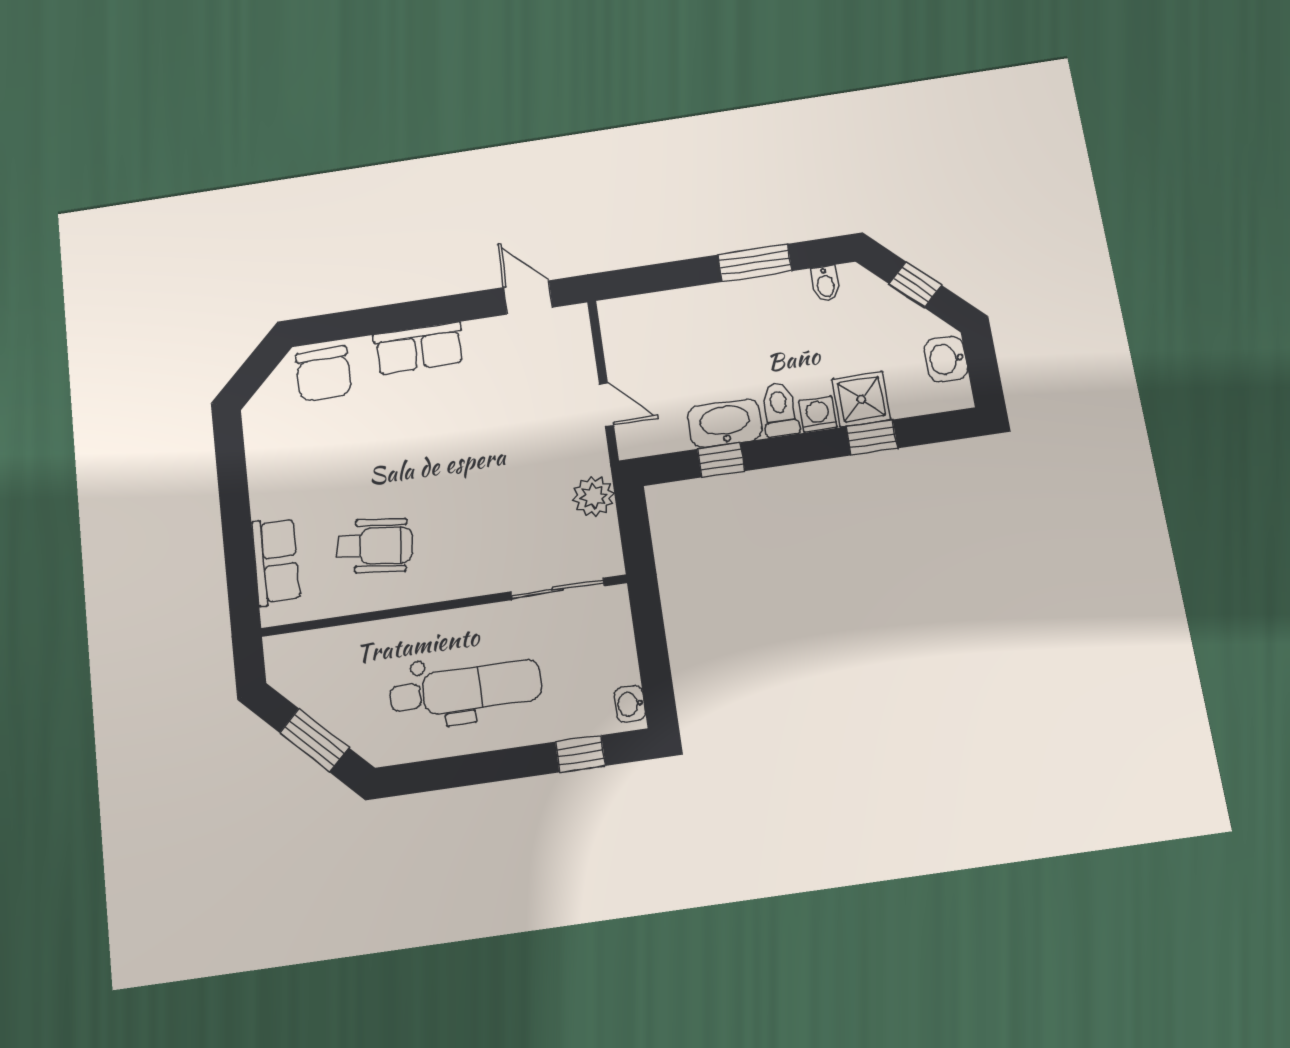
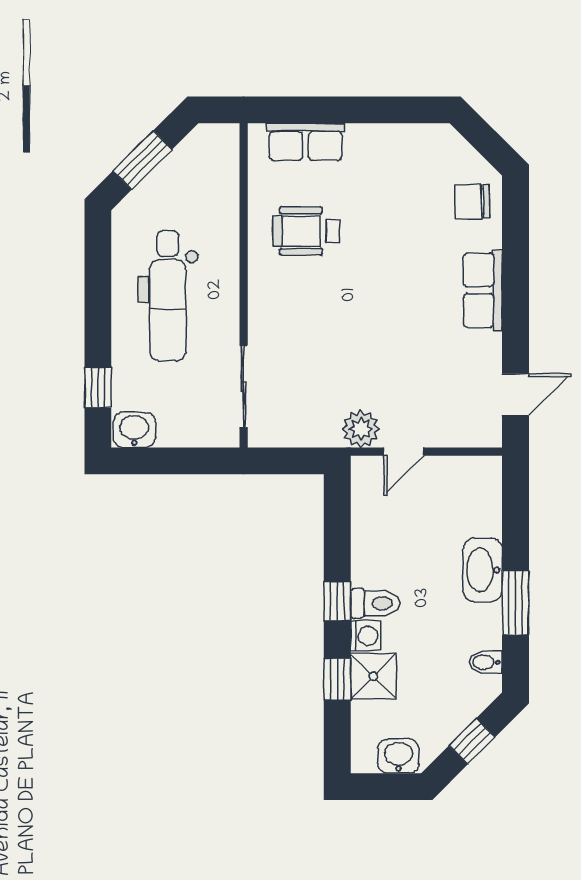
chair: (324, 374) -> (472, 202), width x0.73, depth x0.73
washbasin: (725, 423) -> (483, 570), moved, turned 180
window: (721, 460) -> (337, 601), moved
plant: (594, 496) -> (361, 429), moved
wheelchair: (375, 546) -> (306, 231), turned 83
washbasin: (630, 704) -> (134, 430), width x1.38, depth x1.45

